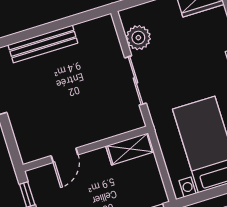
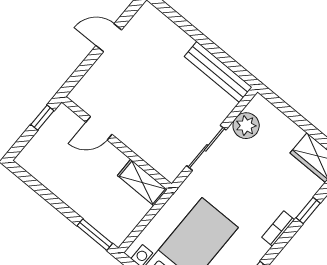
bench: (43, 44) -> (218, 72), moved

